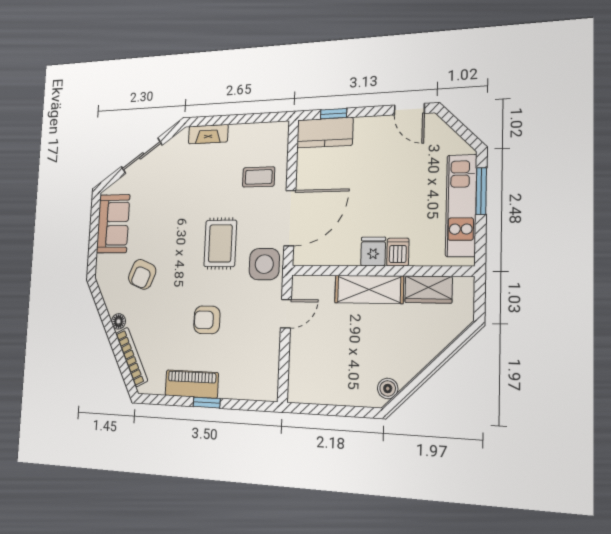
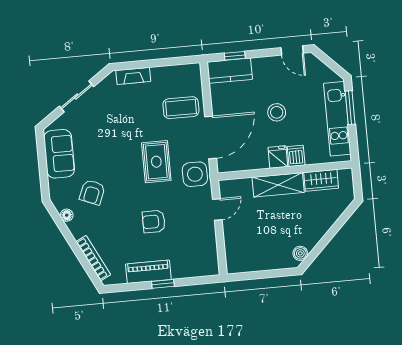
coffee table: (259, 177) -> (181, 108), width x1.36, depth x1.30
stool: (379, 191) -> (277, 112), added
floor lamp: (119, 321) -> (67, 215), moved

